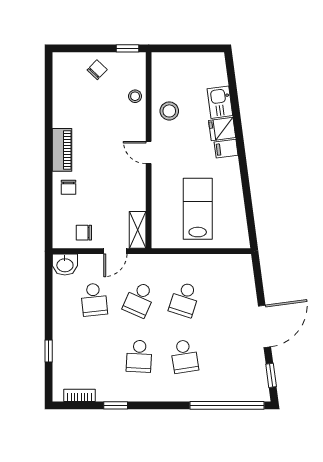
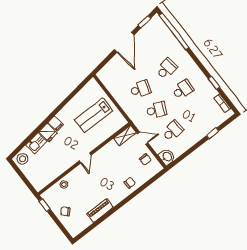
stool: (169, 111) -> (22, 159), moved
piano: (62, 150) -> (100, 211), moved
door: (265, 326) -> (124, 42), swing flipped

